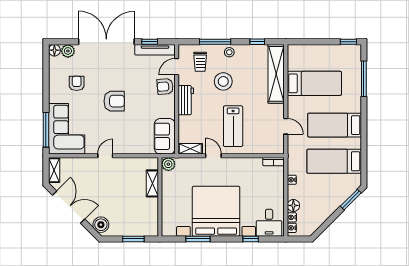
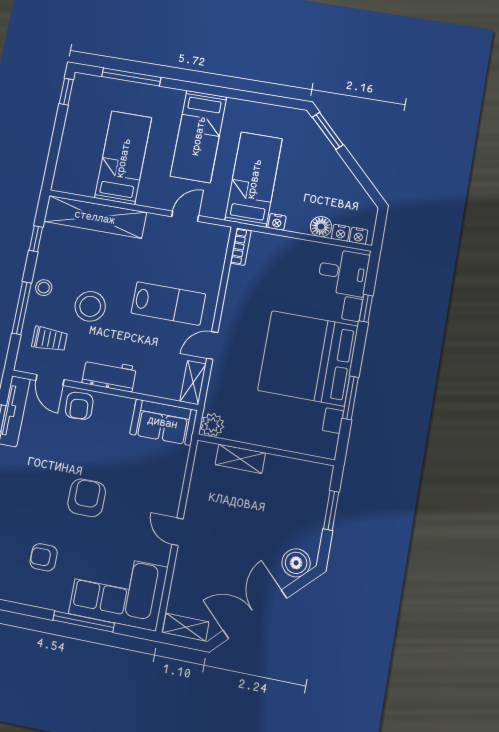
window: (46, 130) -> (84, 622), moved
bed: (334, 161) -> (254, 179), moved, turned 180

